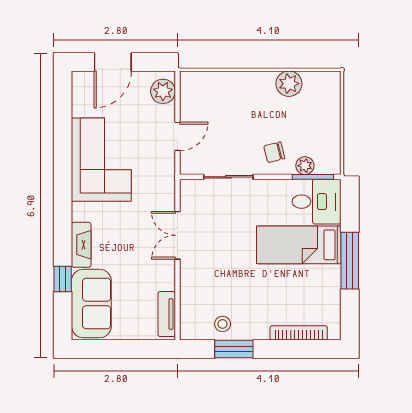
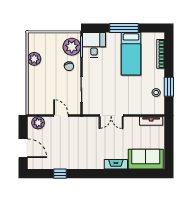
corner sofa: (101, 160) -> (73, 154), removed
plant: (305, 166) -> (72, 47), width x1.88, depth x1.88
bed: (299, 245) -> (131, 54), moved
window: (63, 279) -> (60, 174), moved

